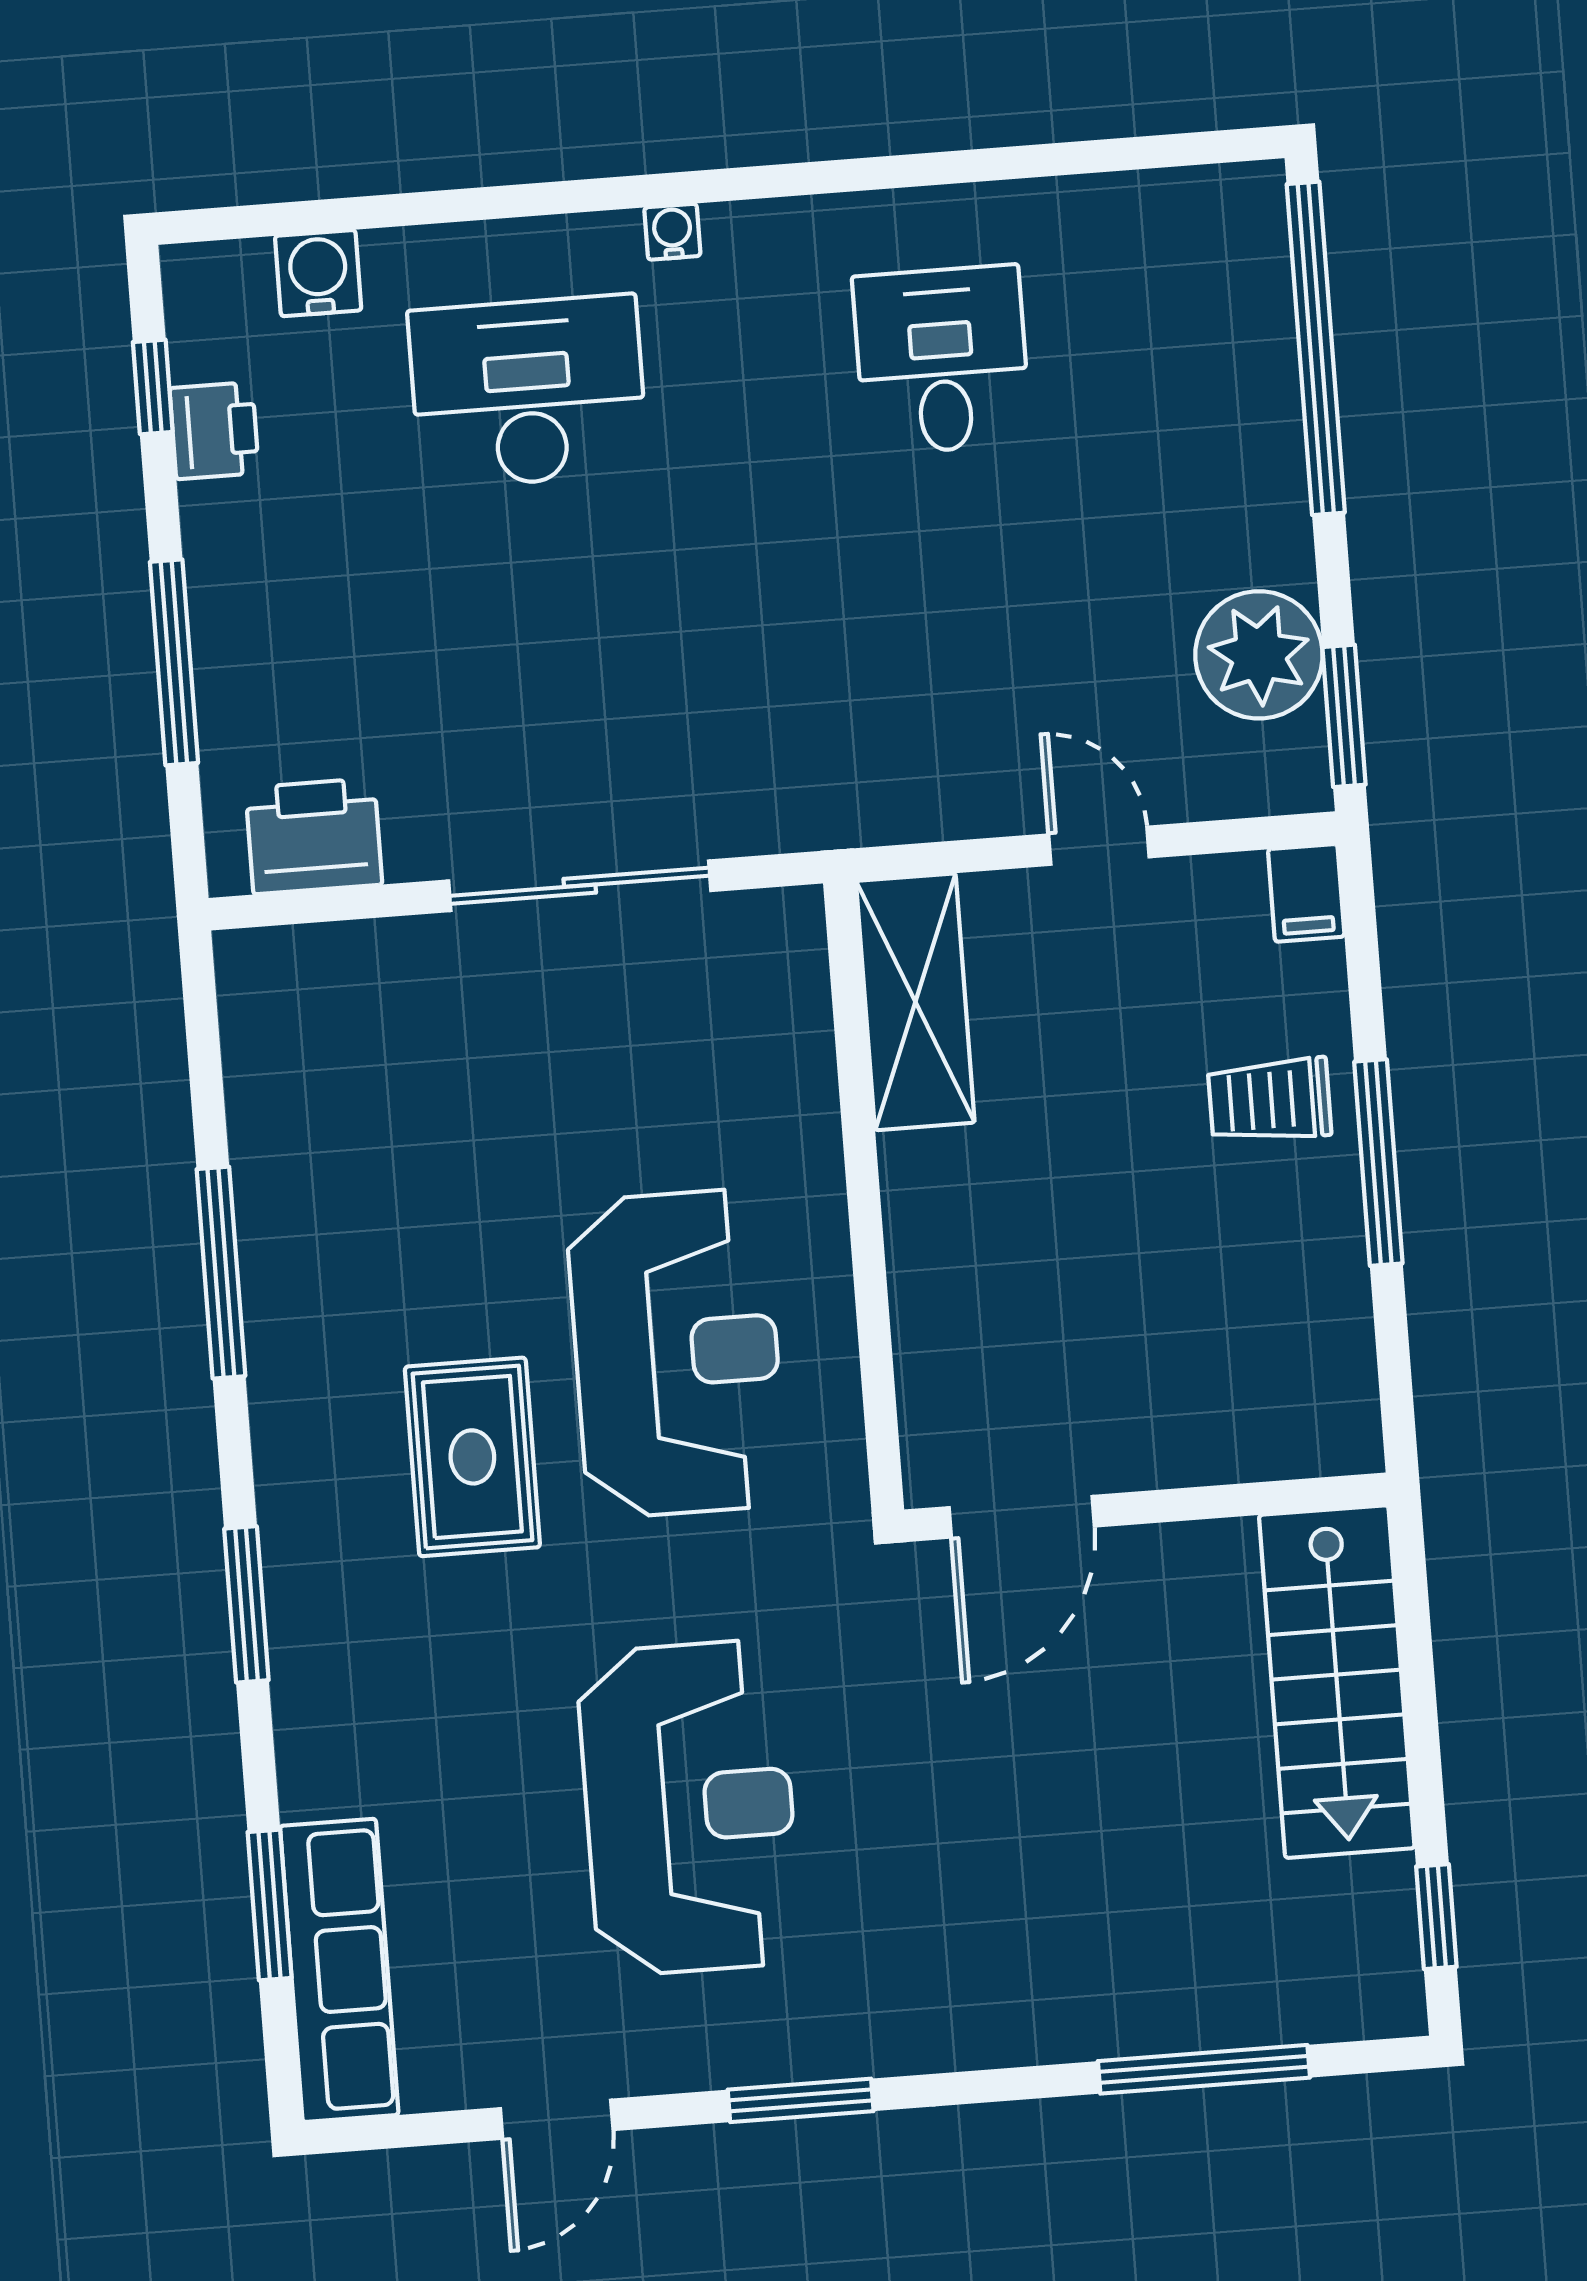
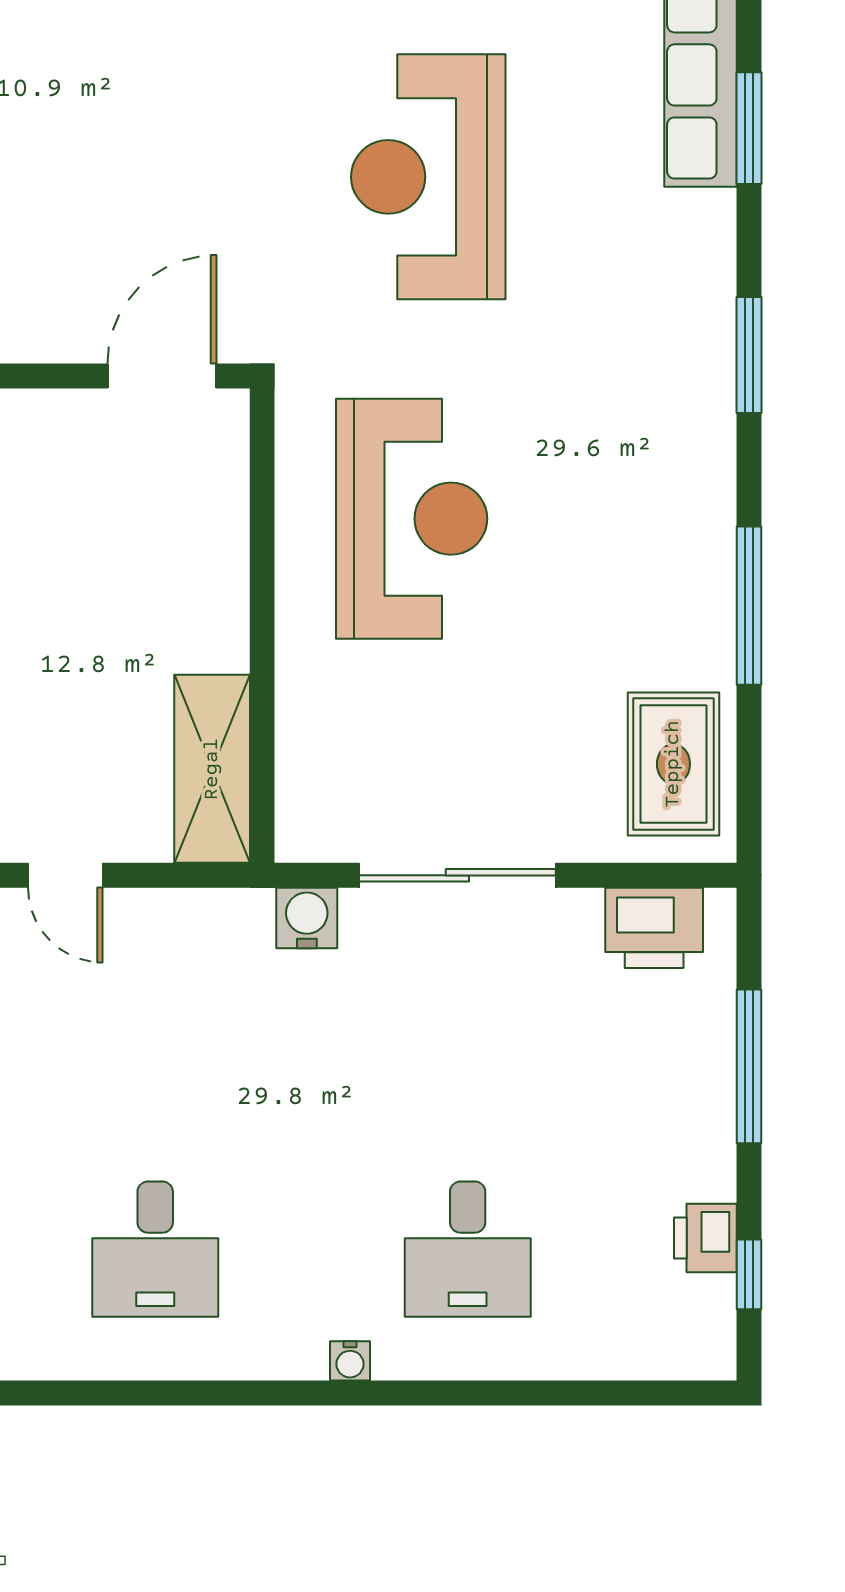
water cooler: (318, 273) -> (307, 918), moved, turned 180
desk: (528, 392) -> (468, 1249), width x0.73
reception desk: (677, 1353) -> (412, 519), turned 180
rug: (472, 1457) -> (673, 764), moved

